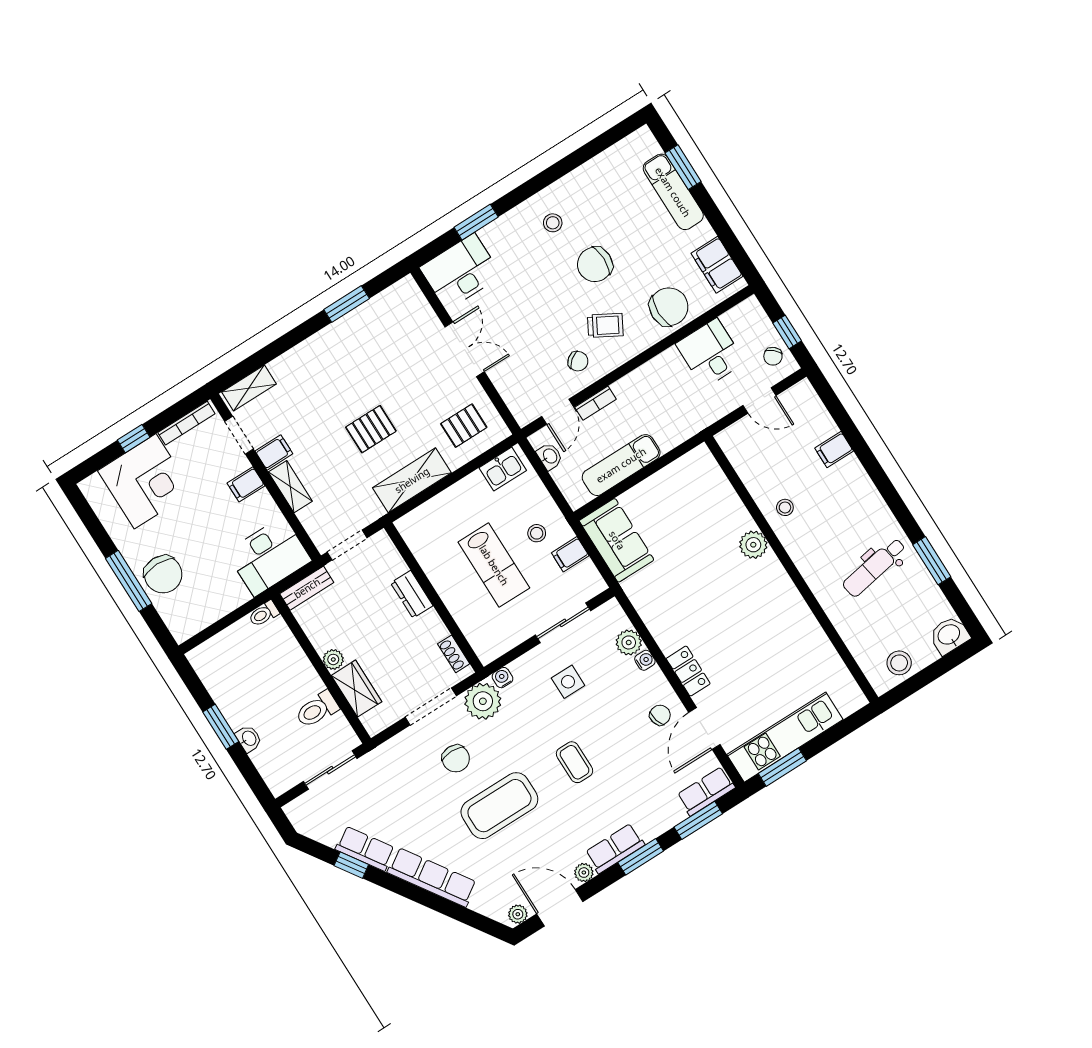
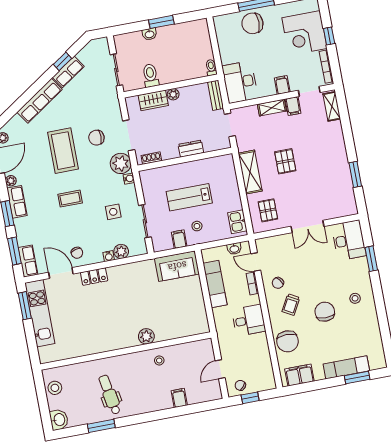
desk: (710, 353) -> (249, 320), moved

